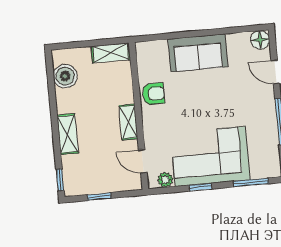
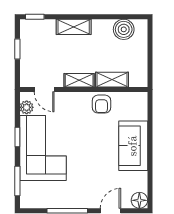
shelving: (111, 53) -> (112, 80), moved, turned 90
door: (143, 161) -> (44, 89), swing flipped

